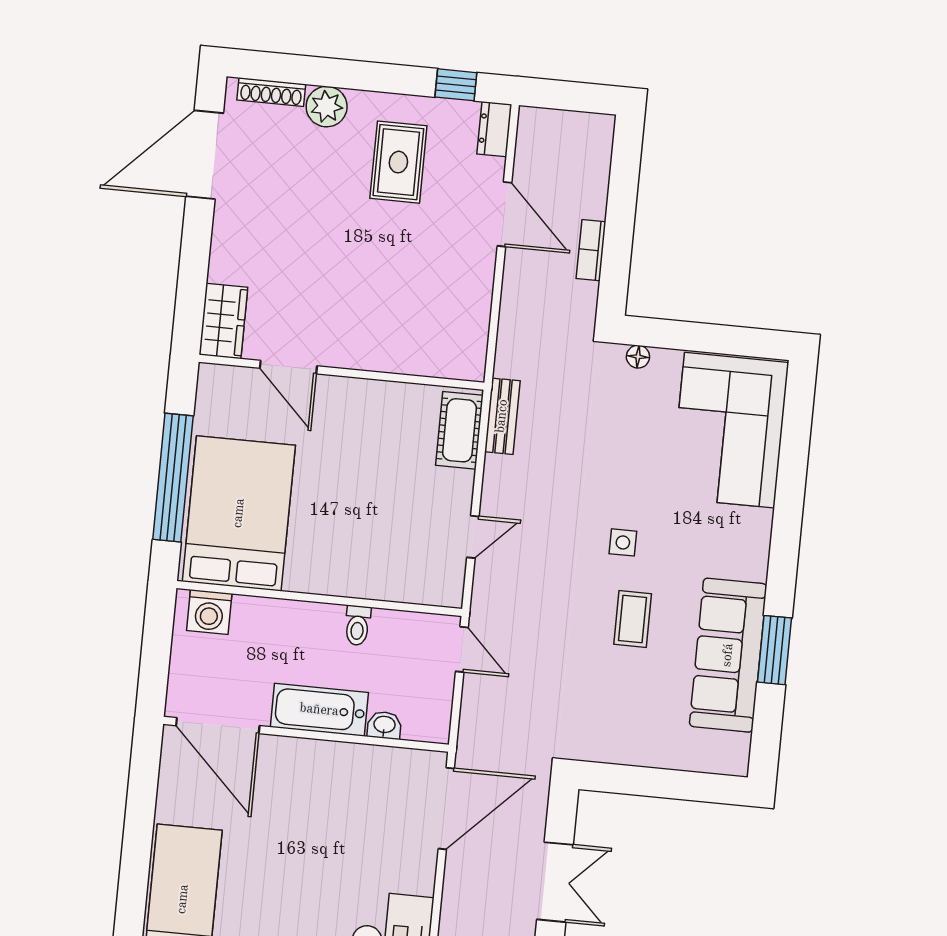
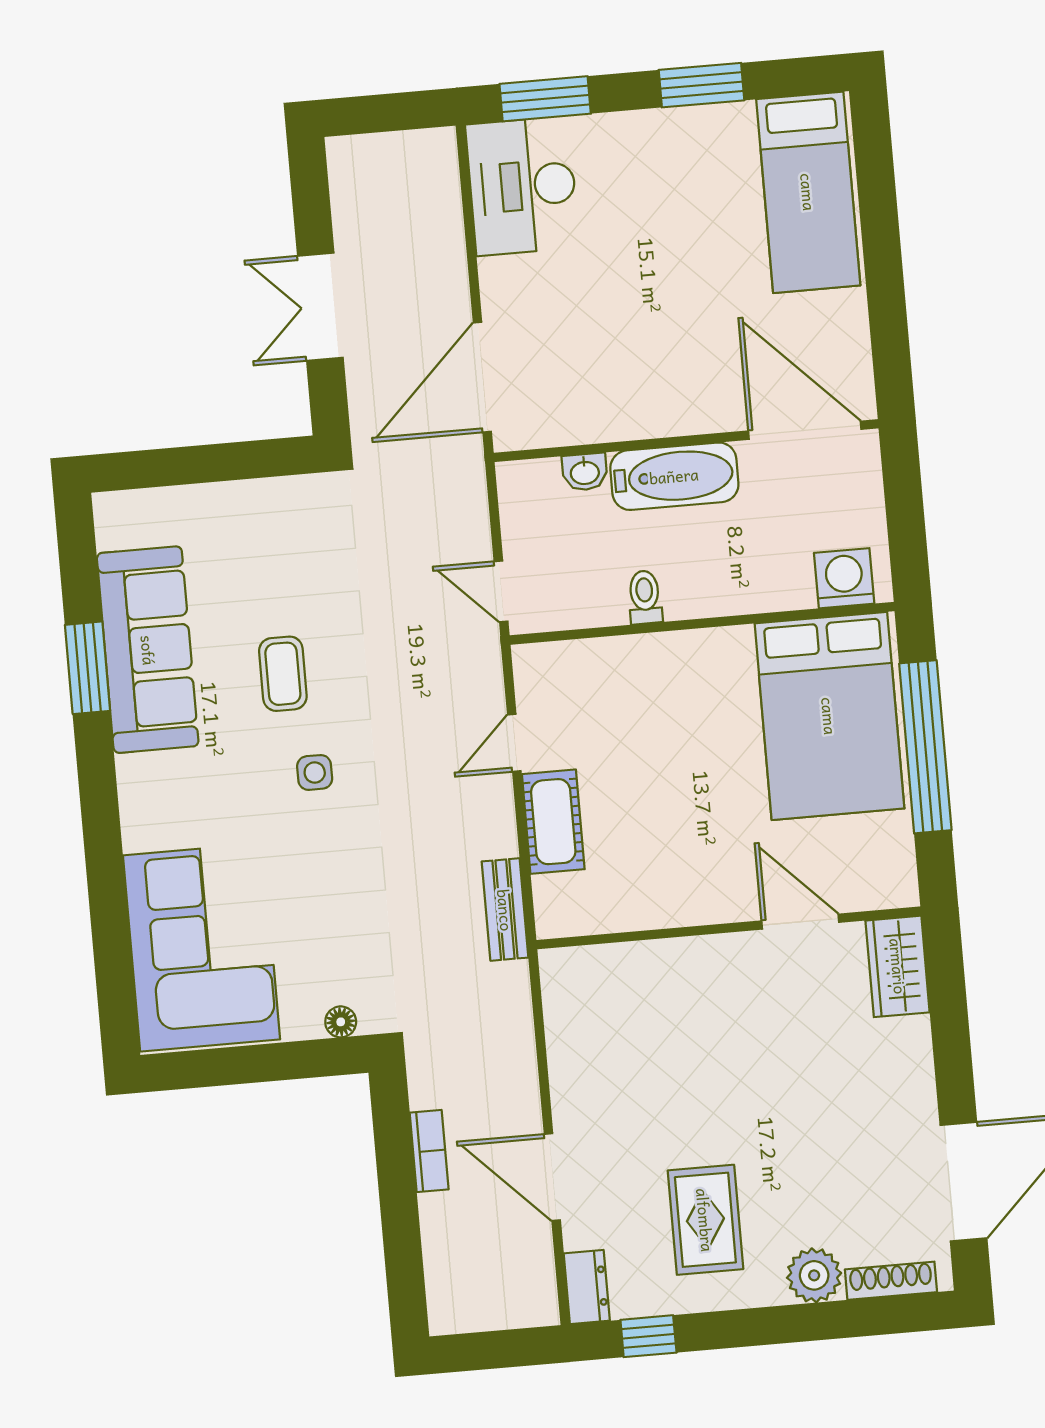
cot: (459, 430) -> (553, 822), moved

